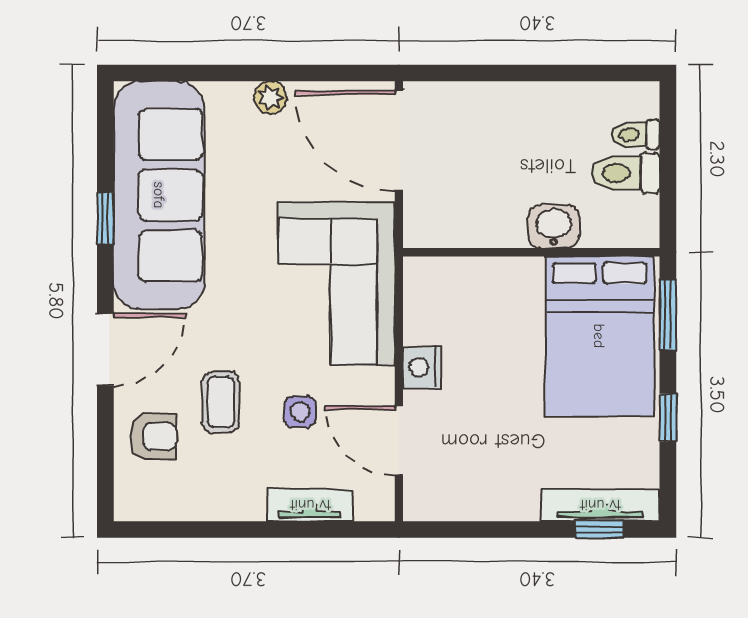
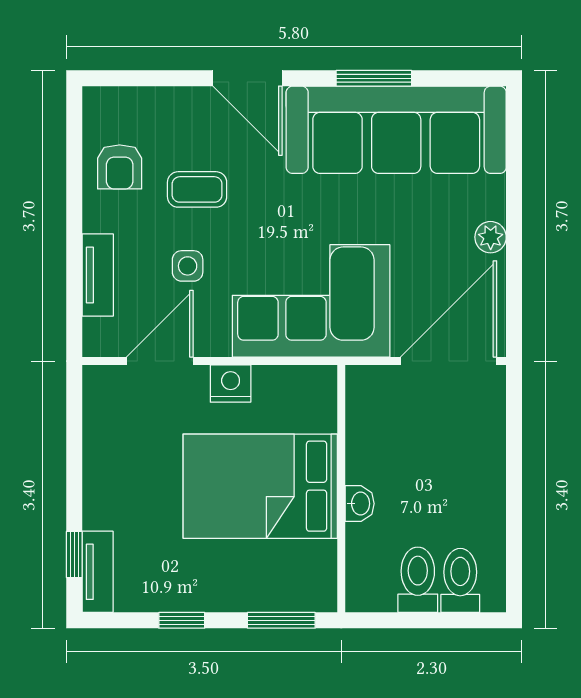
toilet: (636, 134) -> (460, 580), width x1.37, depth x1.39
window: (105, 218) -> (374, 78), width x1.50
washbasin: (554, 226) -> (360, 504), width x0.72, depth x0.69
bed: (599, 336) -> (260, 486), moved
armchair: (153, 436) -> (120, 167), moved
tv unit: (600, 505) -> (98, 572), width x0.71

